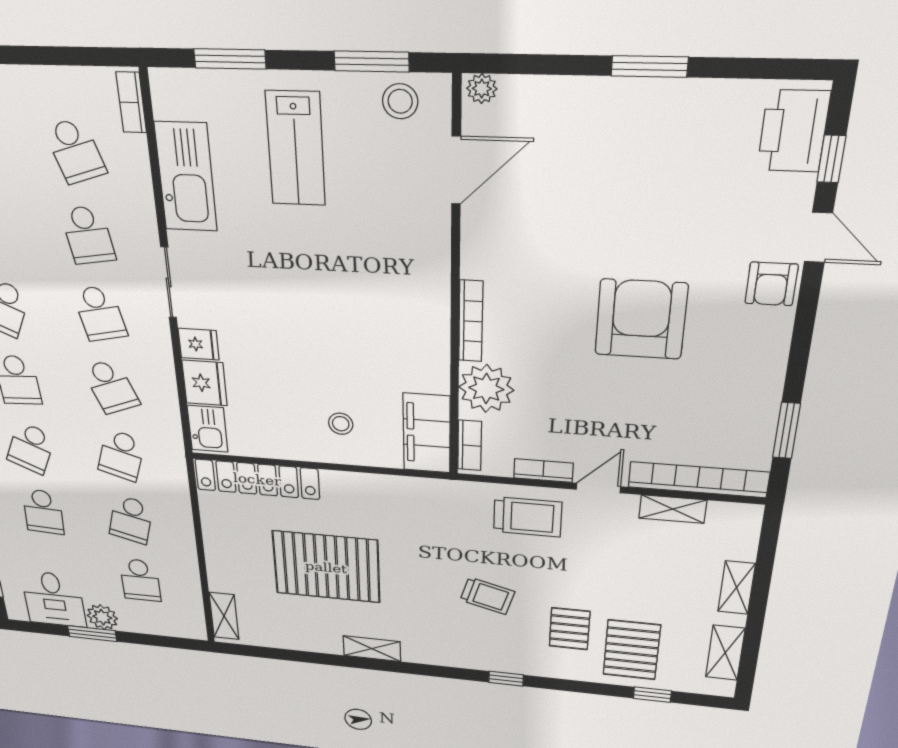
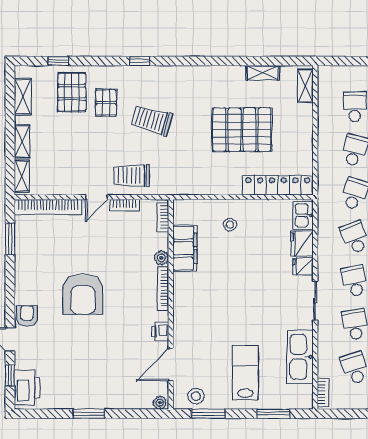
printer: (478, 239) -> (160, 332), added
plant: (486, 389) -> (161, 258), width x0.53, depth x0.53
filing cabinet: (427, 433) -> (185, 248), moved
shelving: (673, 509) -> (22, 176), moved, turned 90
trolley: (487, 596) -> (152, 120), width x1.36, depth x1.39
shelving: (372, 649) -> (263, 73), moved

